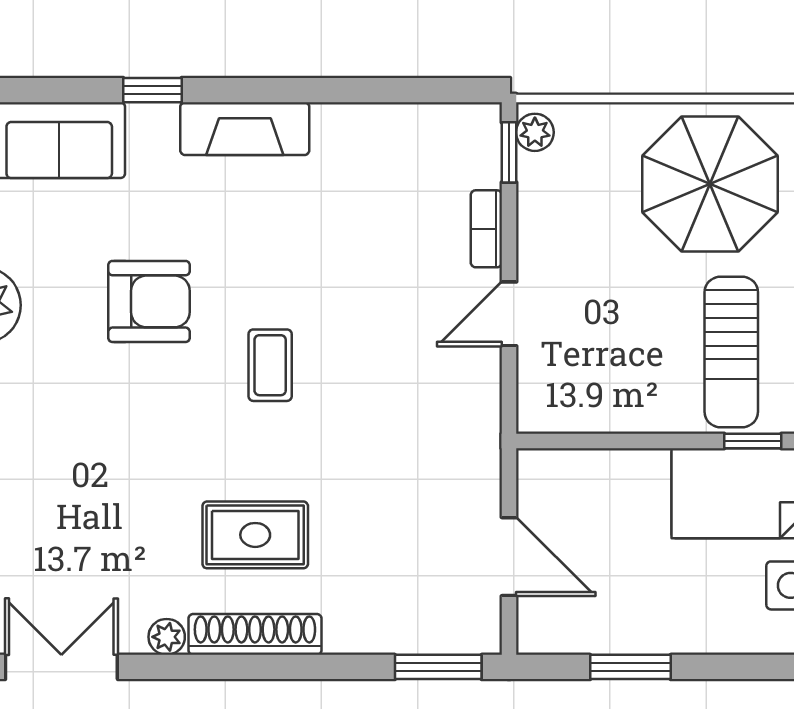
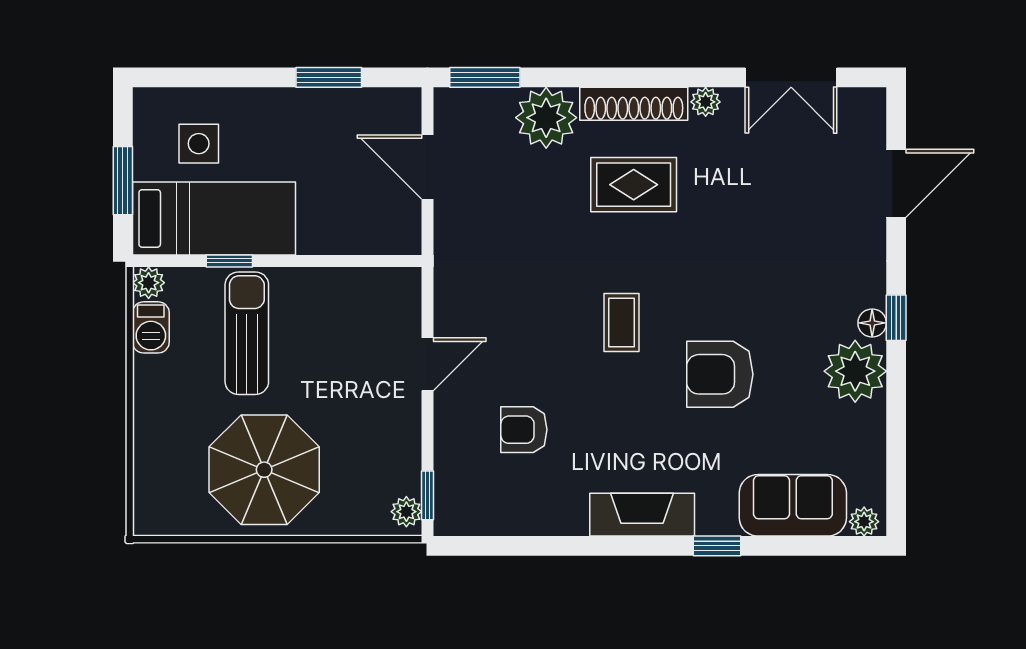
bookcase: (486, 229) -> (446, 433), removed
armchair: (390, 233) -> (524, 430), added
plant: (363, 617) -> (546, 118), added

